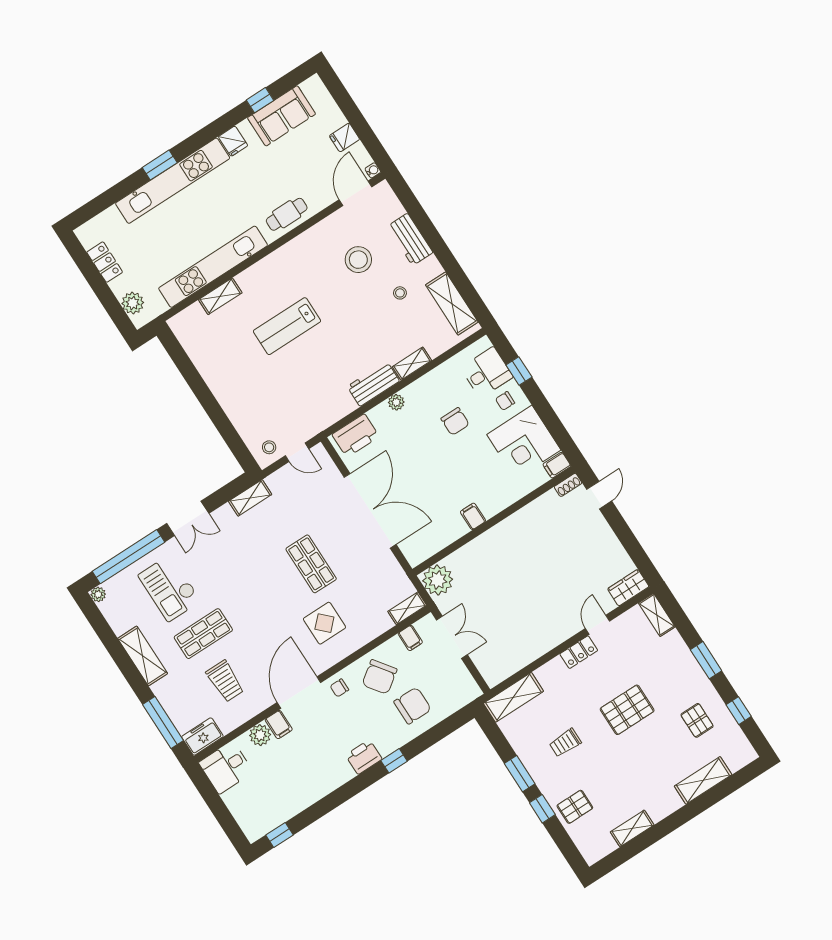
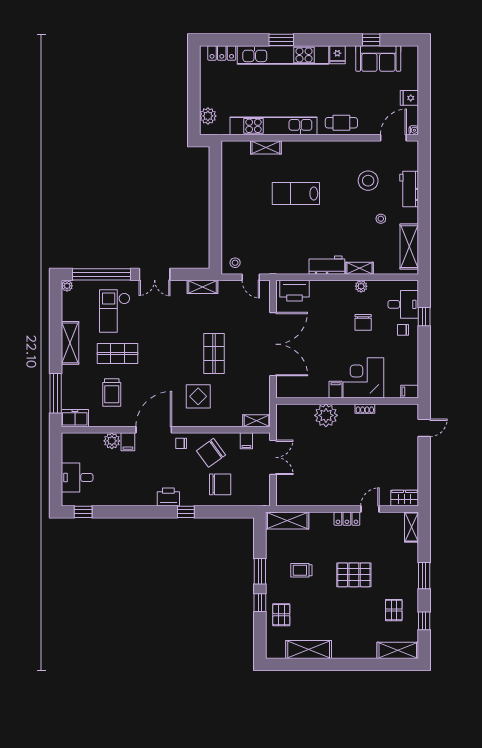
locker: (105, 262) -> (222, 53), moved, turned 90
plant: (396, 402) -> (361, 286), moved
corner desk: (524, 442) -> (363, 378), moved, turned 90
shoe rack: (568, 485) -> (365, 409), moved
plant: (438, 580) -> (326, 415), moved
desk: (226, 767) -> (77, 477), moved
shelving: (703, 780) -> (398, 650), moved
pallet: (575, 807) -> (281, 615), turned 90
shelving: (632, 828) -> (309, 649), width x1.50, depth x1.33

